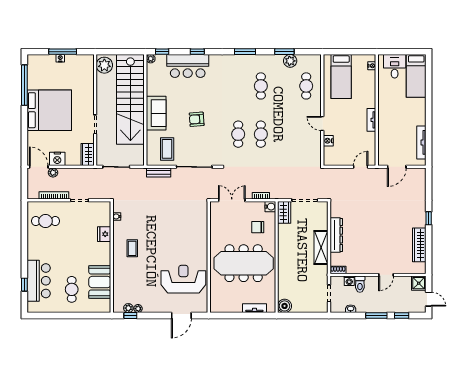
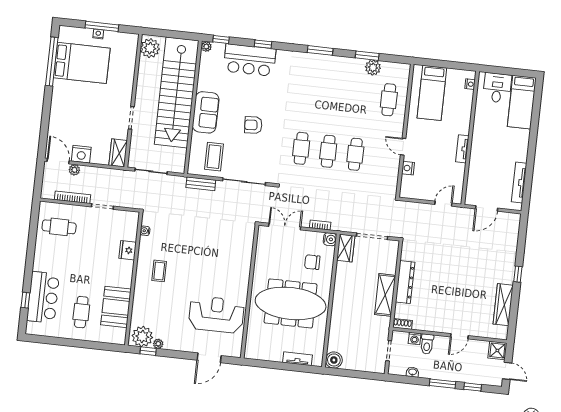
cafe table: (261, 86) -> (355, 154), moved
bed: (49, 110) -> (82, 63), moved, width x0.73
plant: (128, 308) -> (142, 337), width x1.87, depth x1.87

